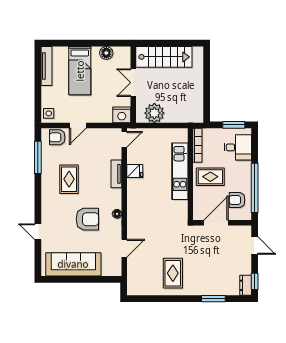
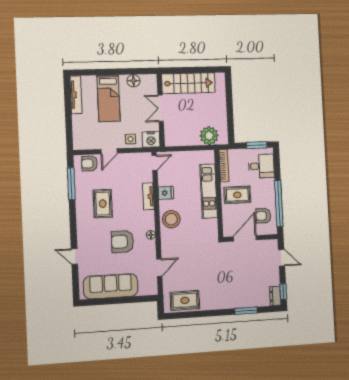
side table: (49, 113) -> (131, 139), moved
plant: (154, 113) -> (209, 136), moved
stool: (139, 199) -> (171, 219), added
armchair: (87, 219) -> (122, 242), turned 180
rug: (173, 273) -> (185, 300), moved, turned 90

